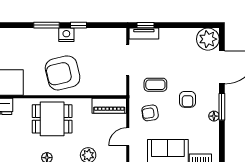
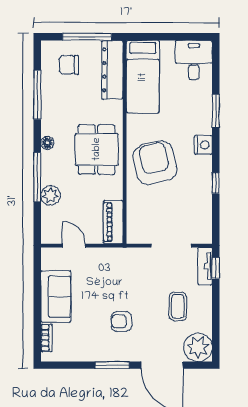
window: (46, 25) -> (216, 111), moved
nightstand: (66, 35) -> (203, 145), moved
coffee table: (155, 85) -> (178, 306), moved
armchair: (150, 113) -> (104, 274), removed
floor lamp: (214, 116) -> (100, 355), removed

